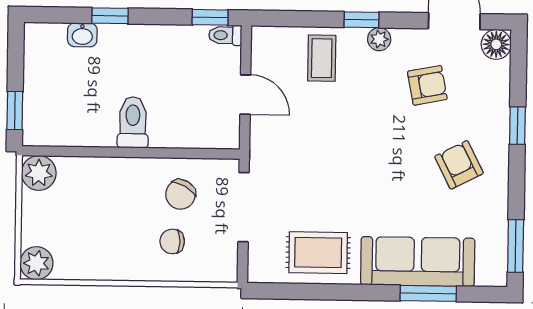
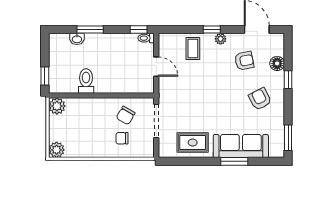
window: (110, 16) -> (90, 30), width x1.50
floor lamp: (496, 44) -> (277, 63), moved
toilet: (133, 122) -> (86, 81), moved
window: (428, 293) -> (234, 161), moved

